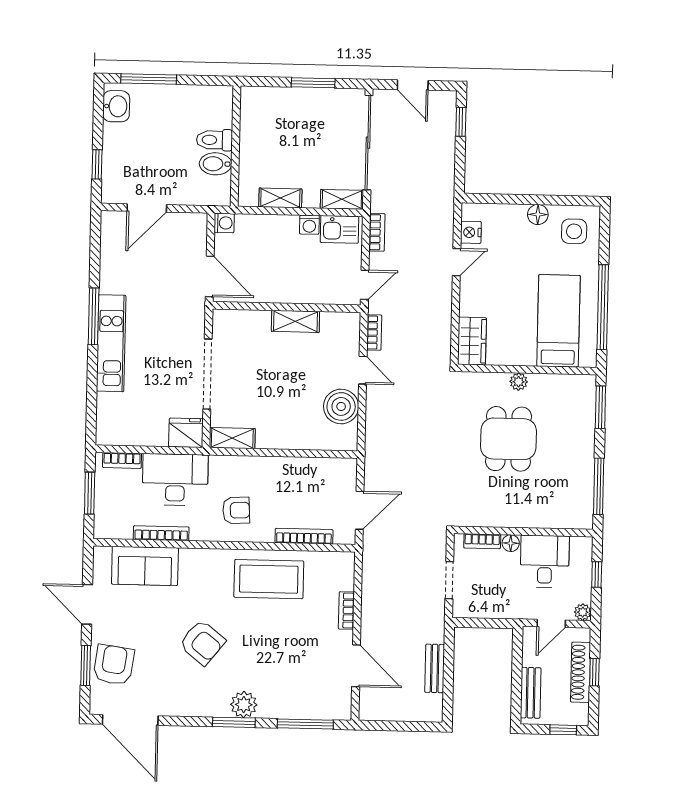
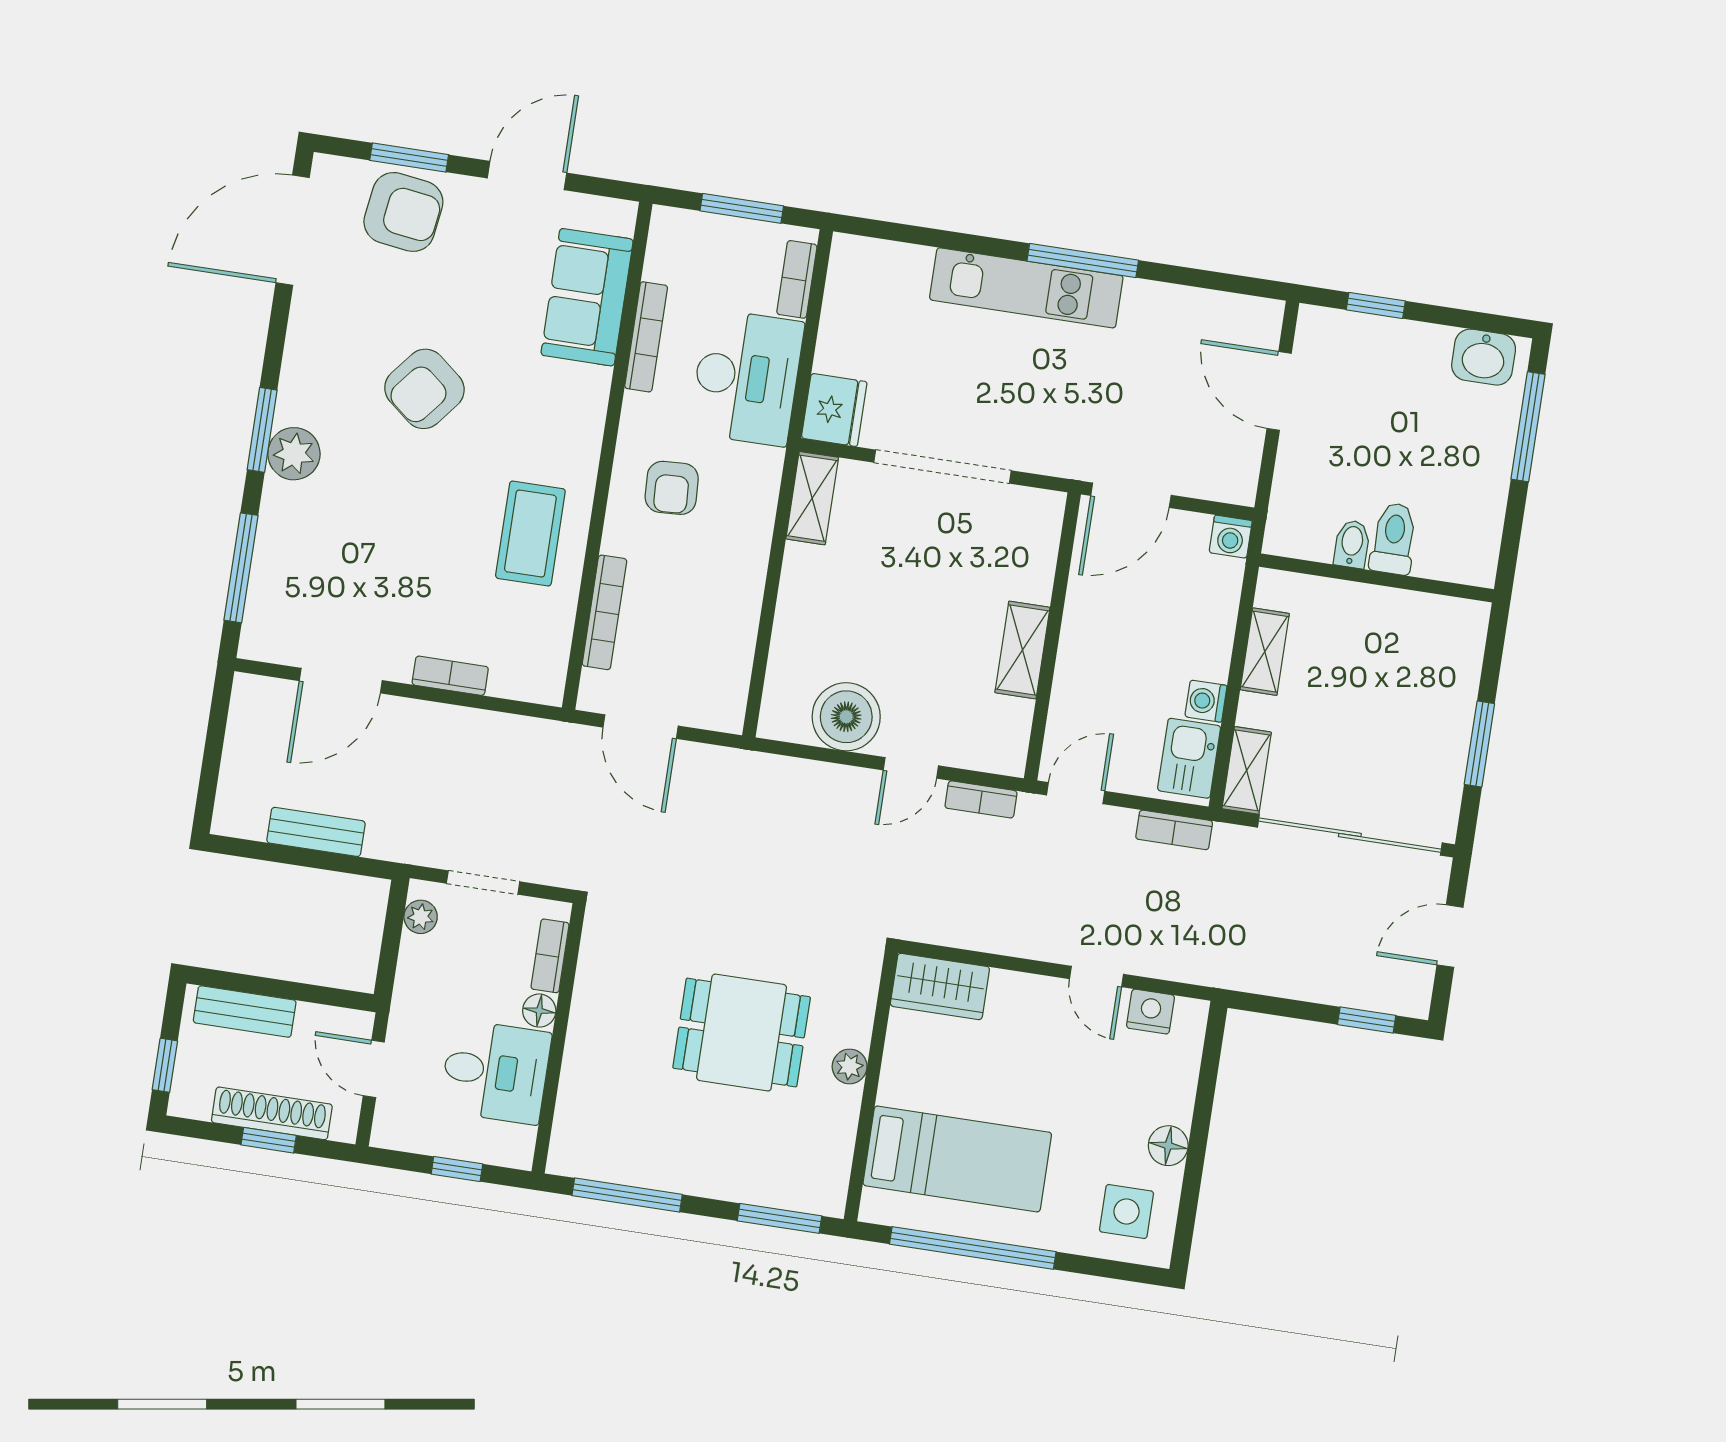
bidet: (216, 164) -> (1352, 544), width x0.72, depth x0.74
door: (365, 285) -> (1076, 793), swing flipped
coffee table: (269, 579) -> (530, 534), width x0.73, depth x0.76
plant: (583, 612) -> (421, 917), moved

